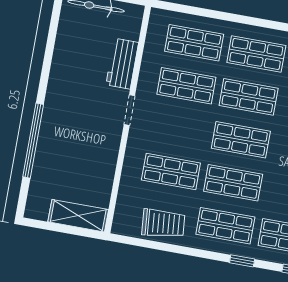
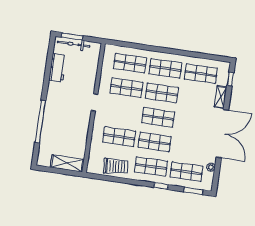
workbench: (122, 64) -> (58, 68), moved, turned 180

